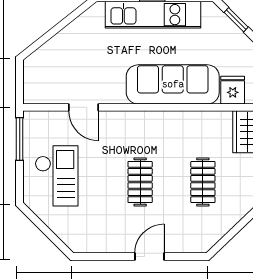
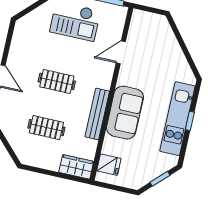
sofa: (173, 84) -> (125, 113), width x0.73
bench: (170, 120) -> (97, 114), added

